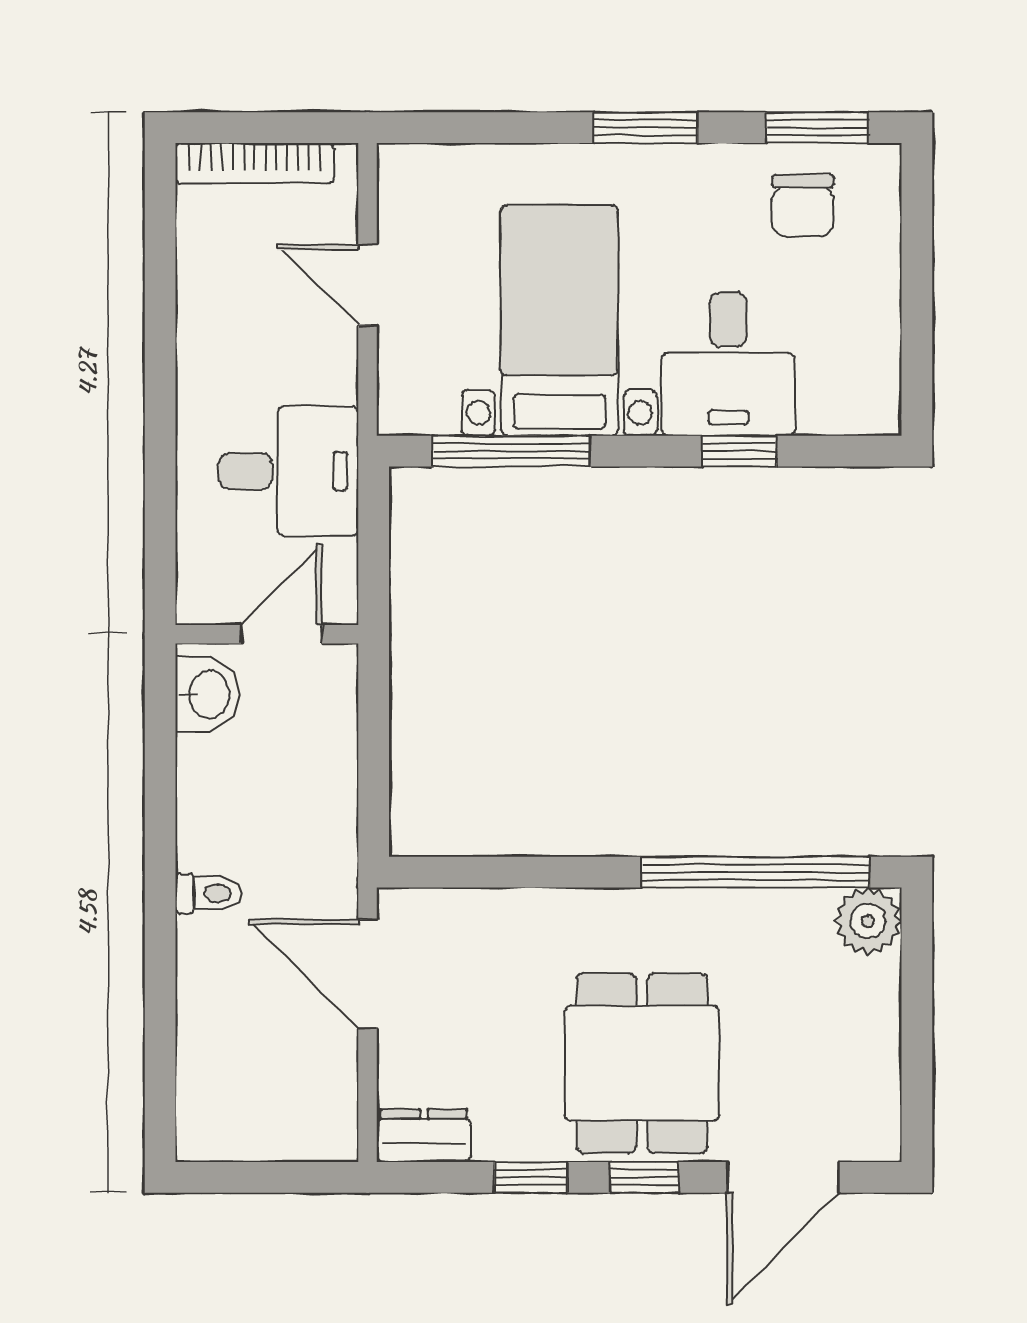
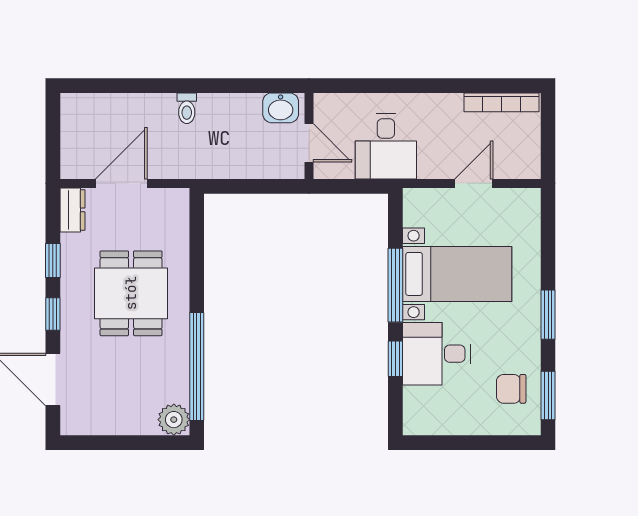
bookcase: (255, 163) -> (502, 102), moved, turned -90
window: (511, 451) -> (395, 285), moved
door: (368, 974) -> (121, 183), moved
dining table: (642, 1063) -> (131, 293), moved, turned 90

